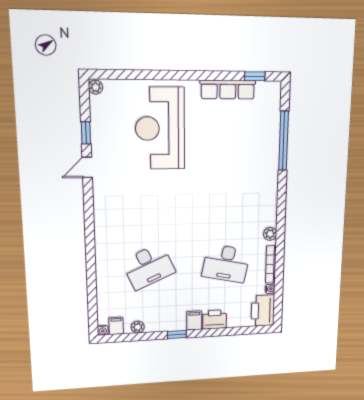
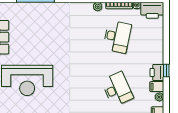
printer: (215, 319) -> (157, 72), moved
filing cabinet: (194, 320) -> (157, 87), moved

